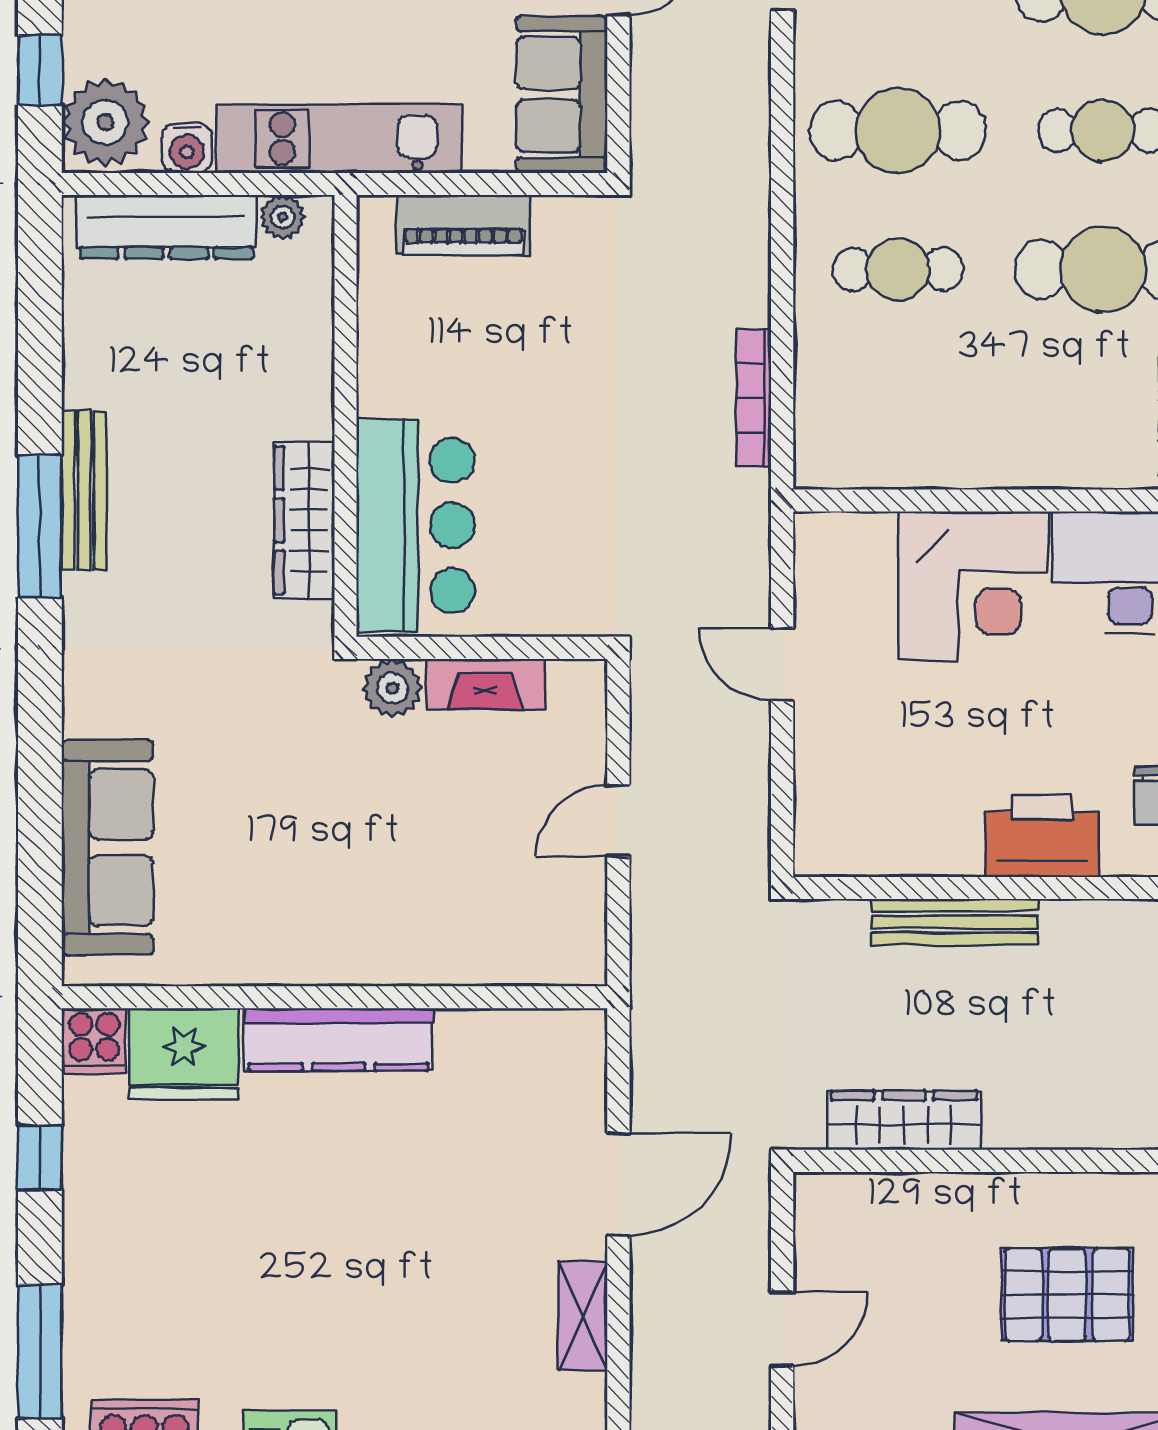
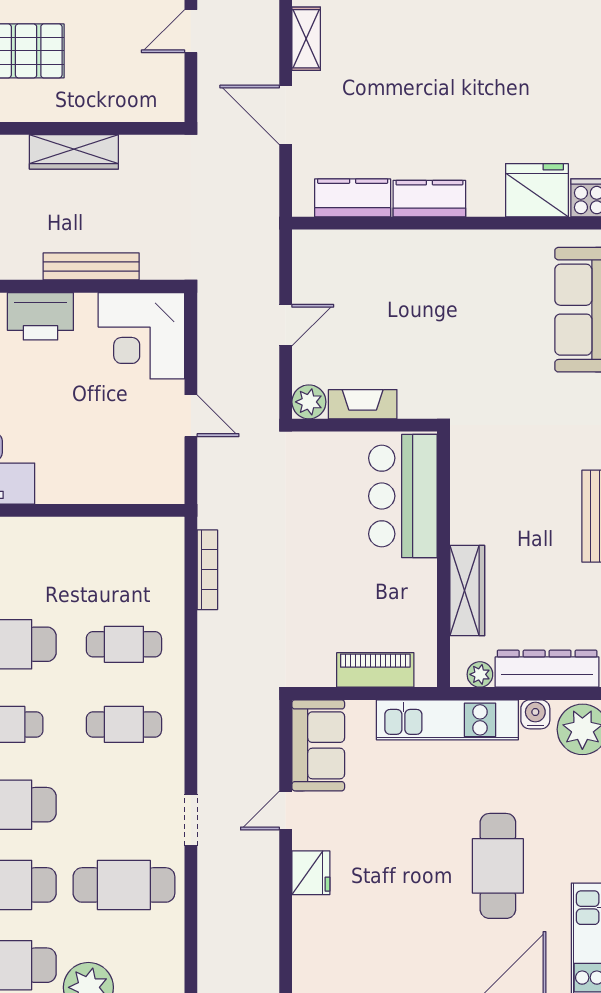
cafe table: (898, 130) -> (124, 724), width x0.73, depth x0.74
wardrobe: (304, 520) -> (467, 591), moved
corner desk: (973, 586) -> (141, 336), moved, turned -90
plant: (392, 688) -> (309, 402), moved
kitchen counter: (339, 1039) -> (429, 199), width x0.67
kitchen counter: (503, 1041) -> (353, 198), added
wardrobe: (904, 1120) -> (74, 152), moved
door: (618, 1184) -> (286, 115), hinge flipped

